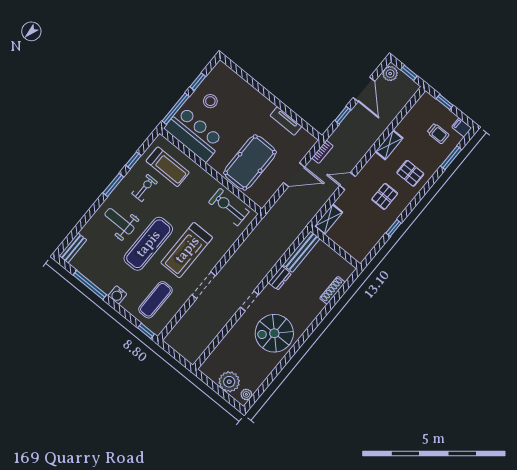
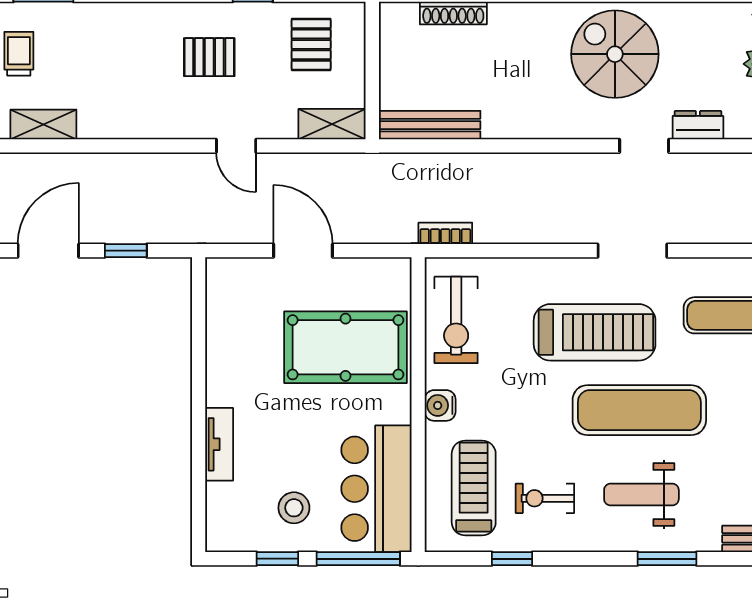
tv unit: (286, 121) -> (219, 444), moved
shelving: (389, 145) -> (43, 124), moved
bookcase: (322, 152) -> (445, 233), moved
pallet: (410, 173) -> (311, 44), moved
water cooler: (205, 178) -> (440, 405), added
window: (113, 185) -> (667, 559), moved
weight bench: (119, 221) -> (641, 495), turned 90
dresser: (280, 278) -> (698, 125), moved
doorway: (249, 301) -> (644, 146), moved
spiral stairs: (274, 333) -> (615, 54), turned 180

